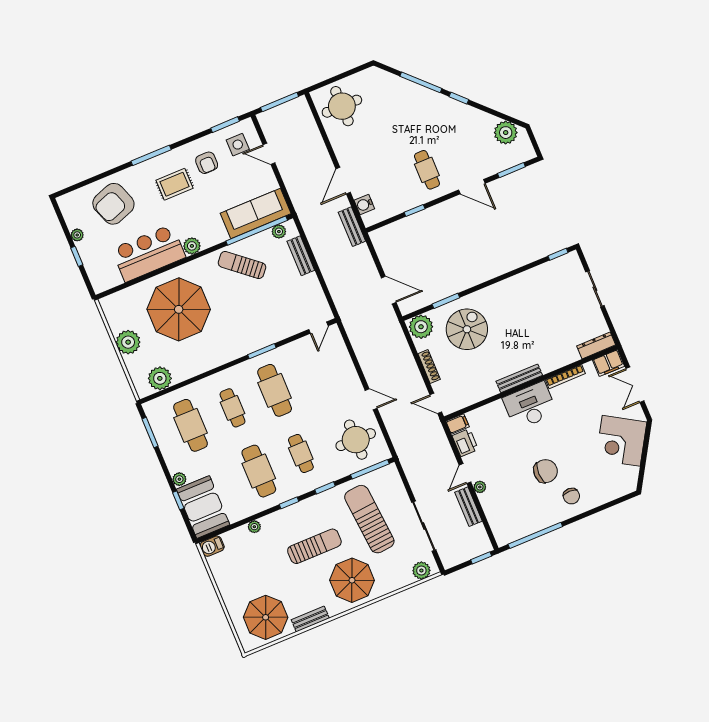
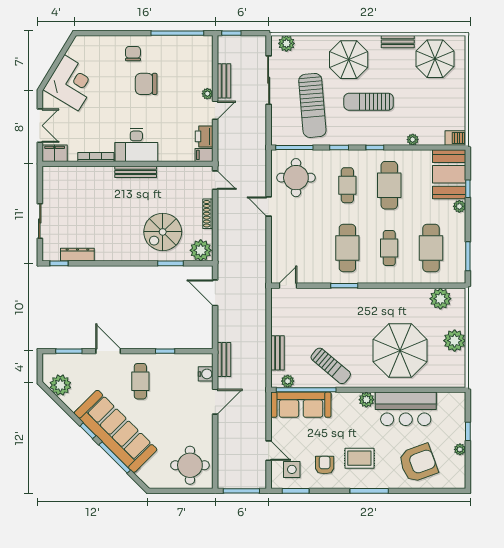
sofa: (431, 109) -> (116, 431), added
dresser: (596, 345) -> (77, 255), moved, turned 180

